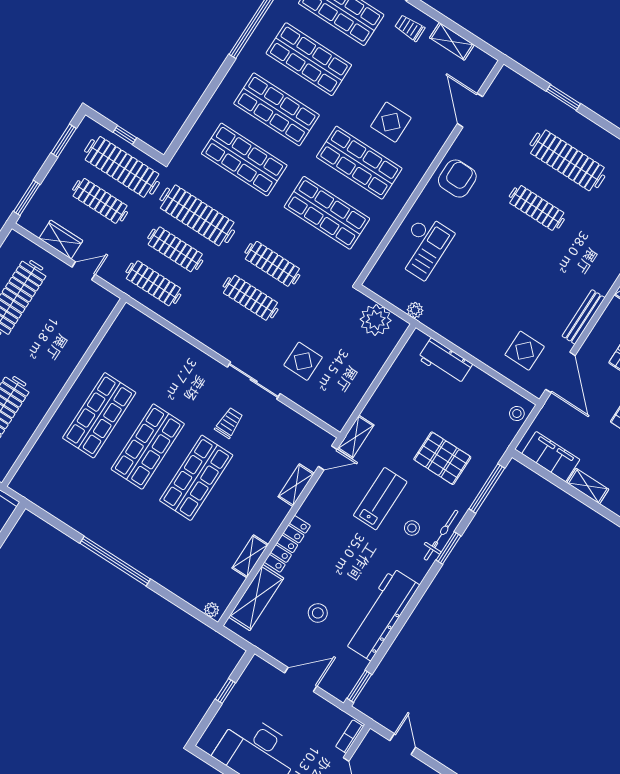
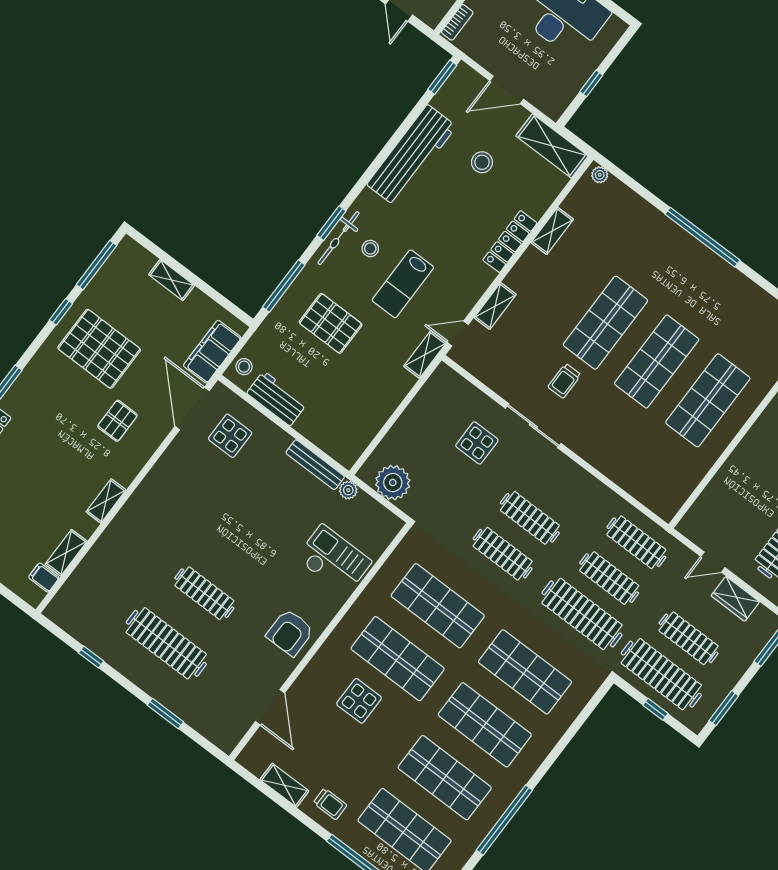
checkout: (423, 247) -> (334, 560), turned 90
bench: (583, 317) -> (315, 465), moved, turned 90
workbench: (445, 361) -> (277, 398), moved
filing cabinet: (551, 457) -> (212, 352), moved, turned 90
shelving: (256, 598) -> (552, 146), moved, turned 90

